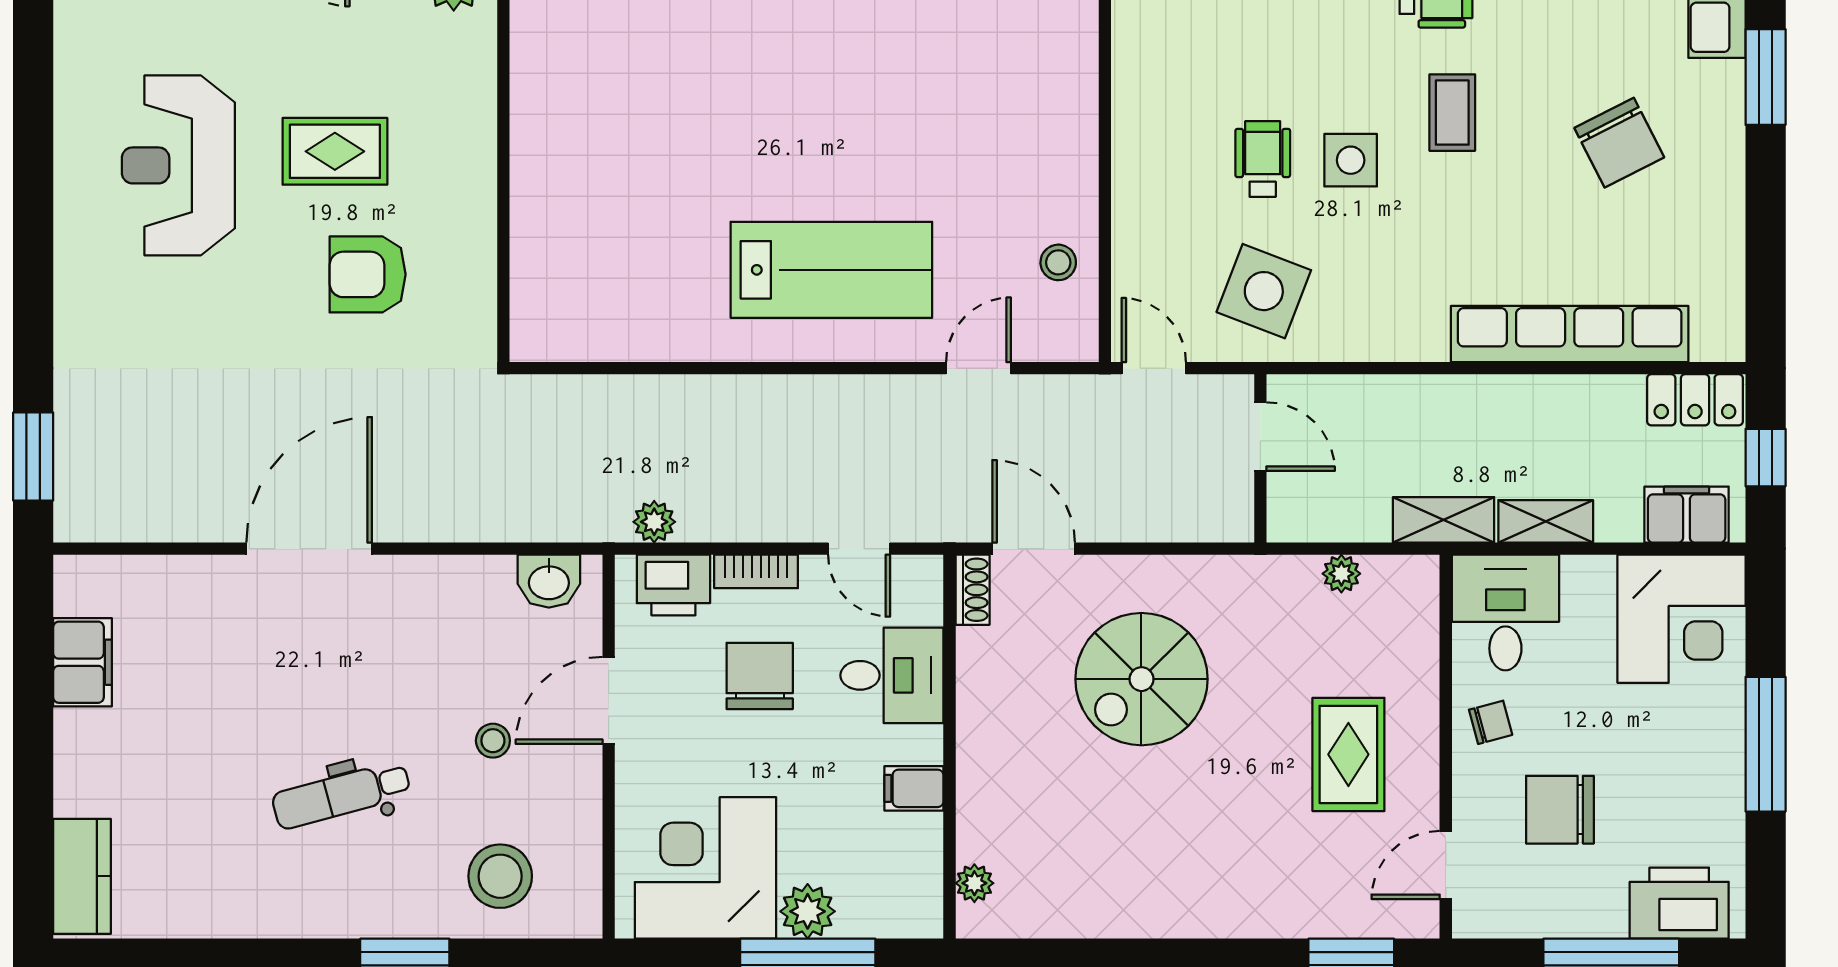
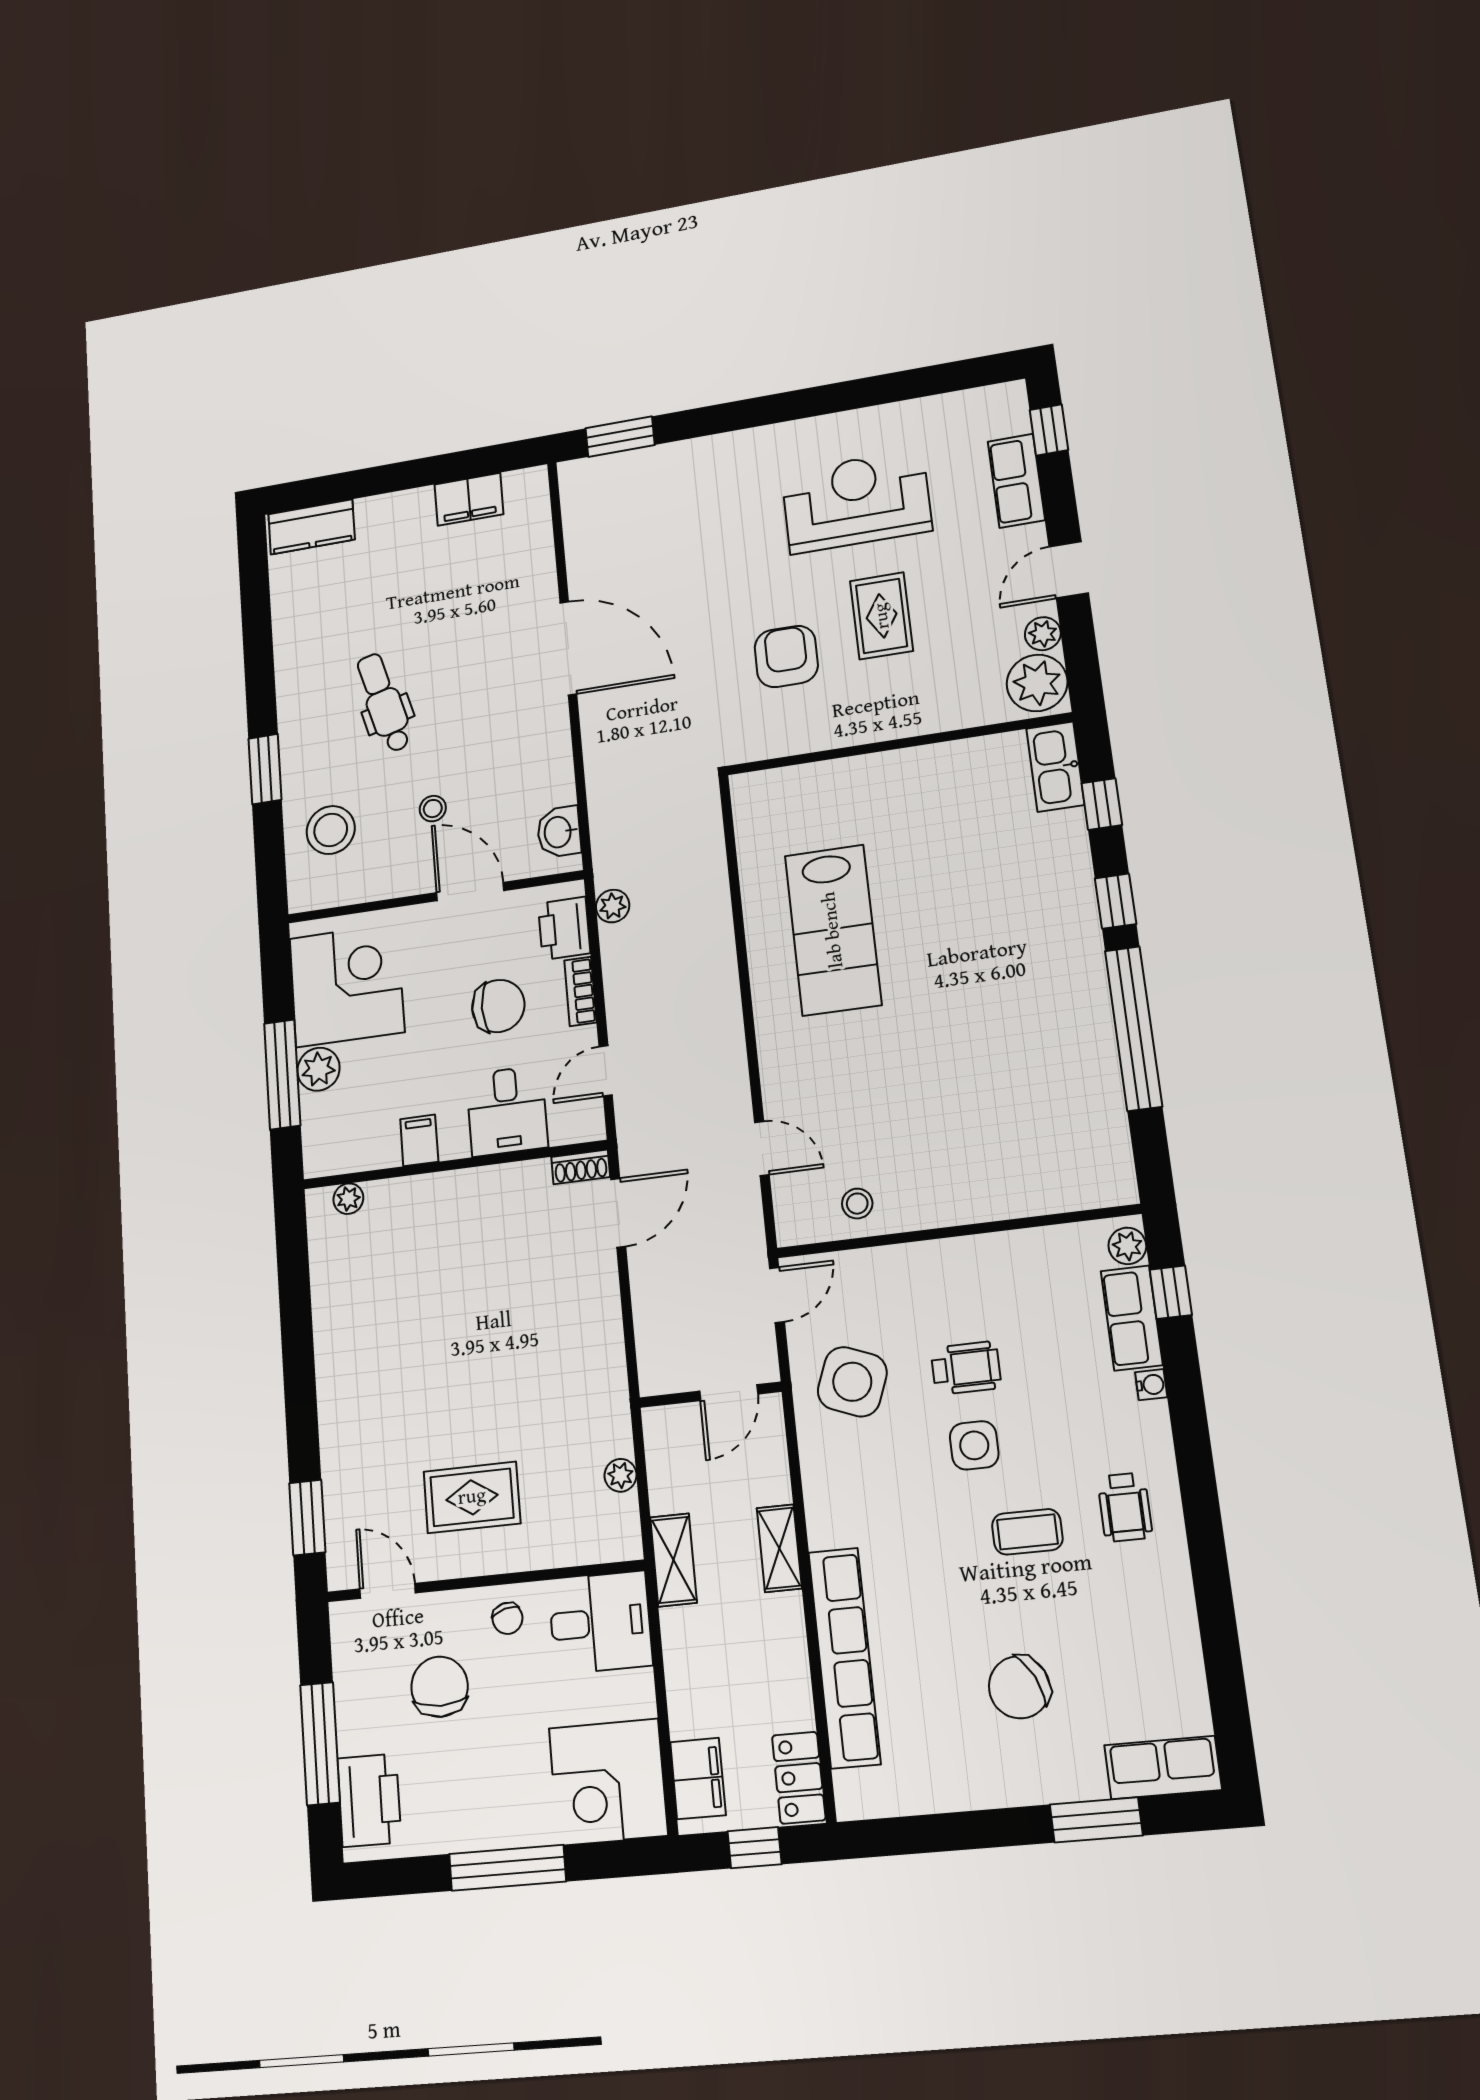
lab bench: (831, 270) -> (833, 930), moved
shelving: (1546, 521) -> (779, 1548), moved
spiral stairs: (1141, 679) -> (520, 1315), removed

